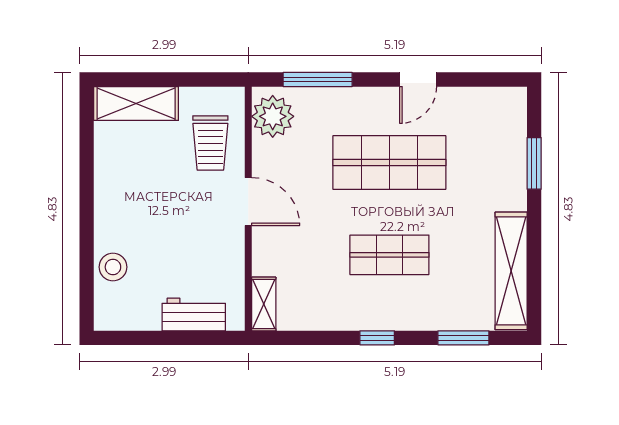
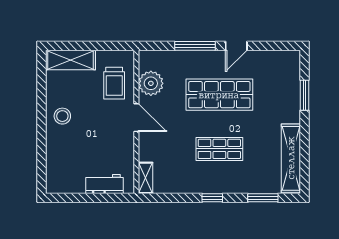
window: (318, 79) -> (195, 46), moved
plant: (273, 116) -> (151, 83), moved
stool: (113, 267) -> (62, 116), moved

